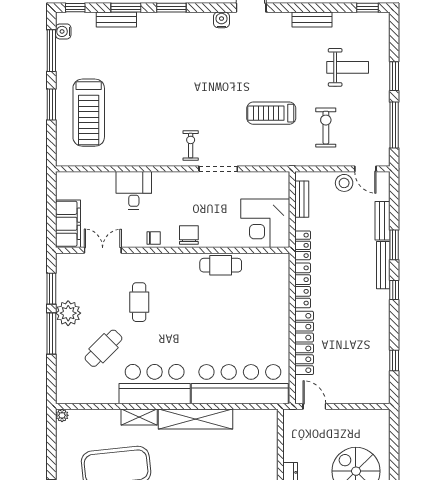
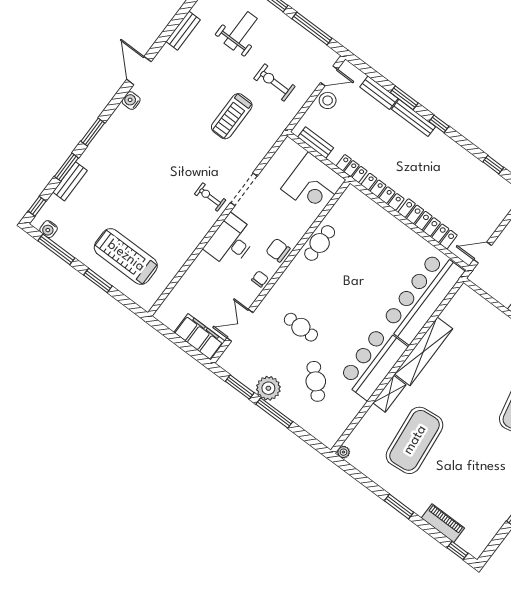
treadmill: (89, 113) -> (126, 256), turned 180
desk: (134, 190) -> (231, 241), moved, width x1.37

